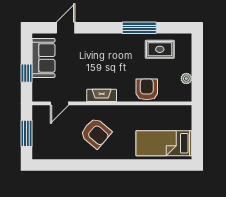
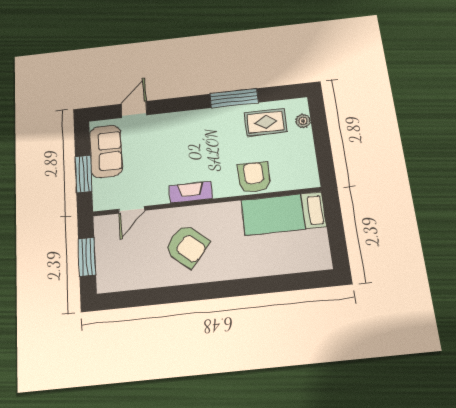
window: (27, 73) -> (84, 174), width x1.50
plant: (186, 79) -> (303, 121), moved
bed: (164, 143) -> (284, 213), moved

